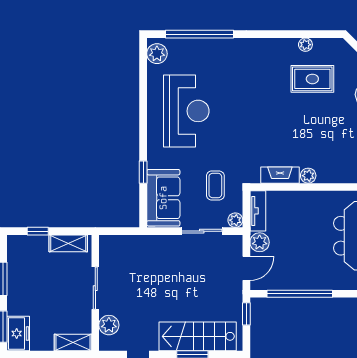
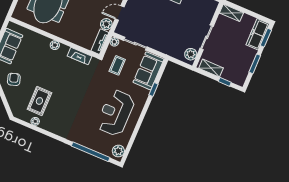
rug: (312, 79) -> (39, 101), turned 90
plant: (308, 176) -> (55, 45), moved
plant: (109, 325) -> (191, 54), moved
freezer: (18, 334) -> (258, 34), width x1.40

